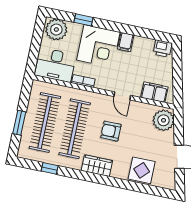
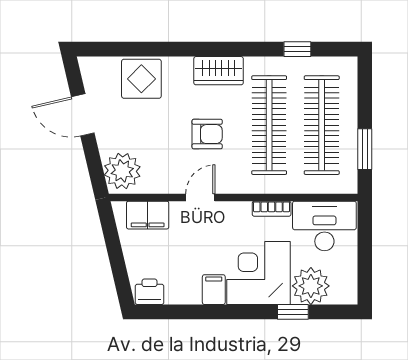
plant: (56, 30) -> (311, 286), moved
door: (122, 96) -> (200, 197), hinge flipped
window: (19, 123) -> (365, 149), moved

